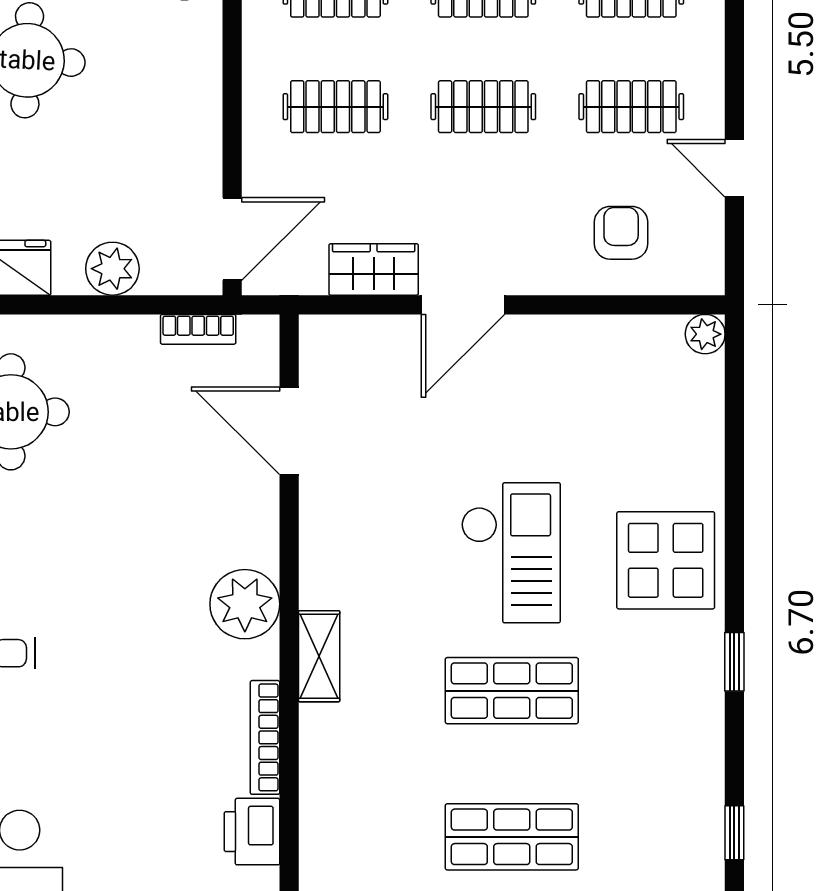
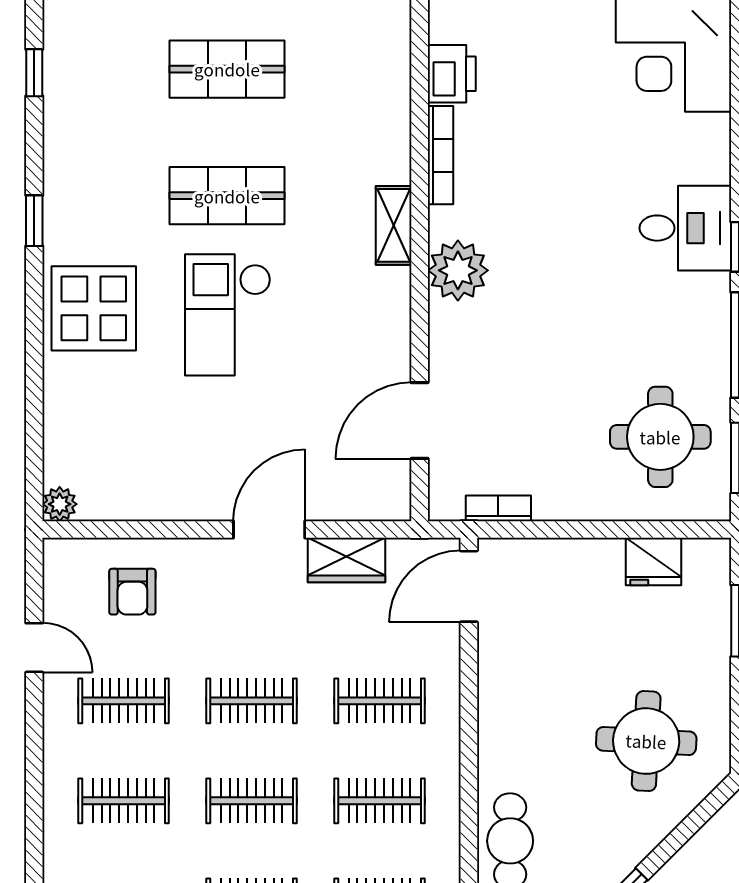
plant: (112, 269) -> (572, 561), removed
door: (289, 431) -> (420, 420), swing flipped

